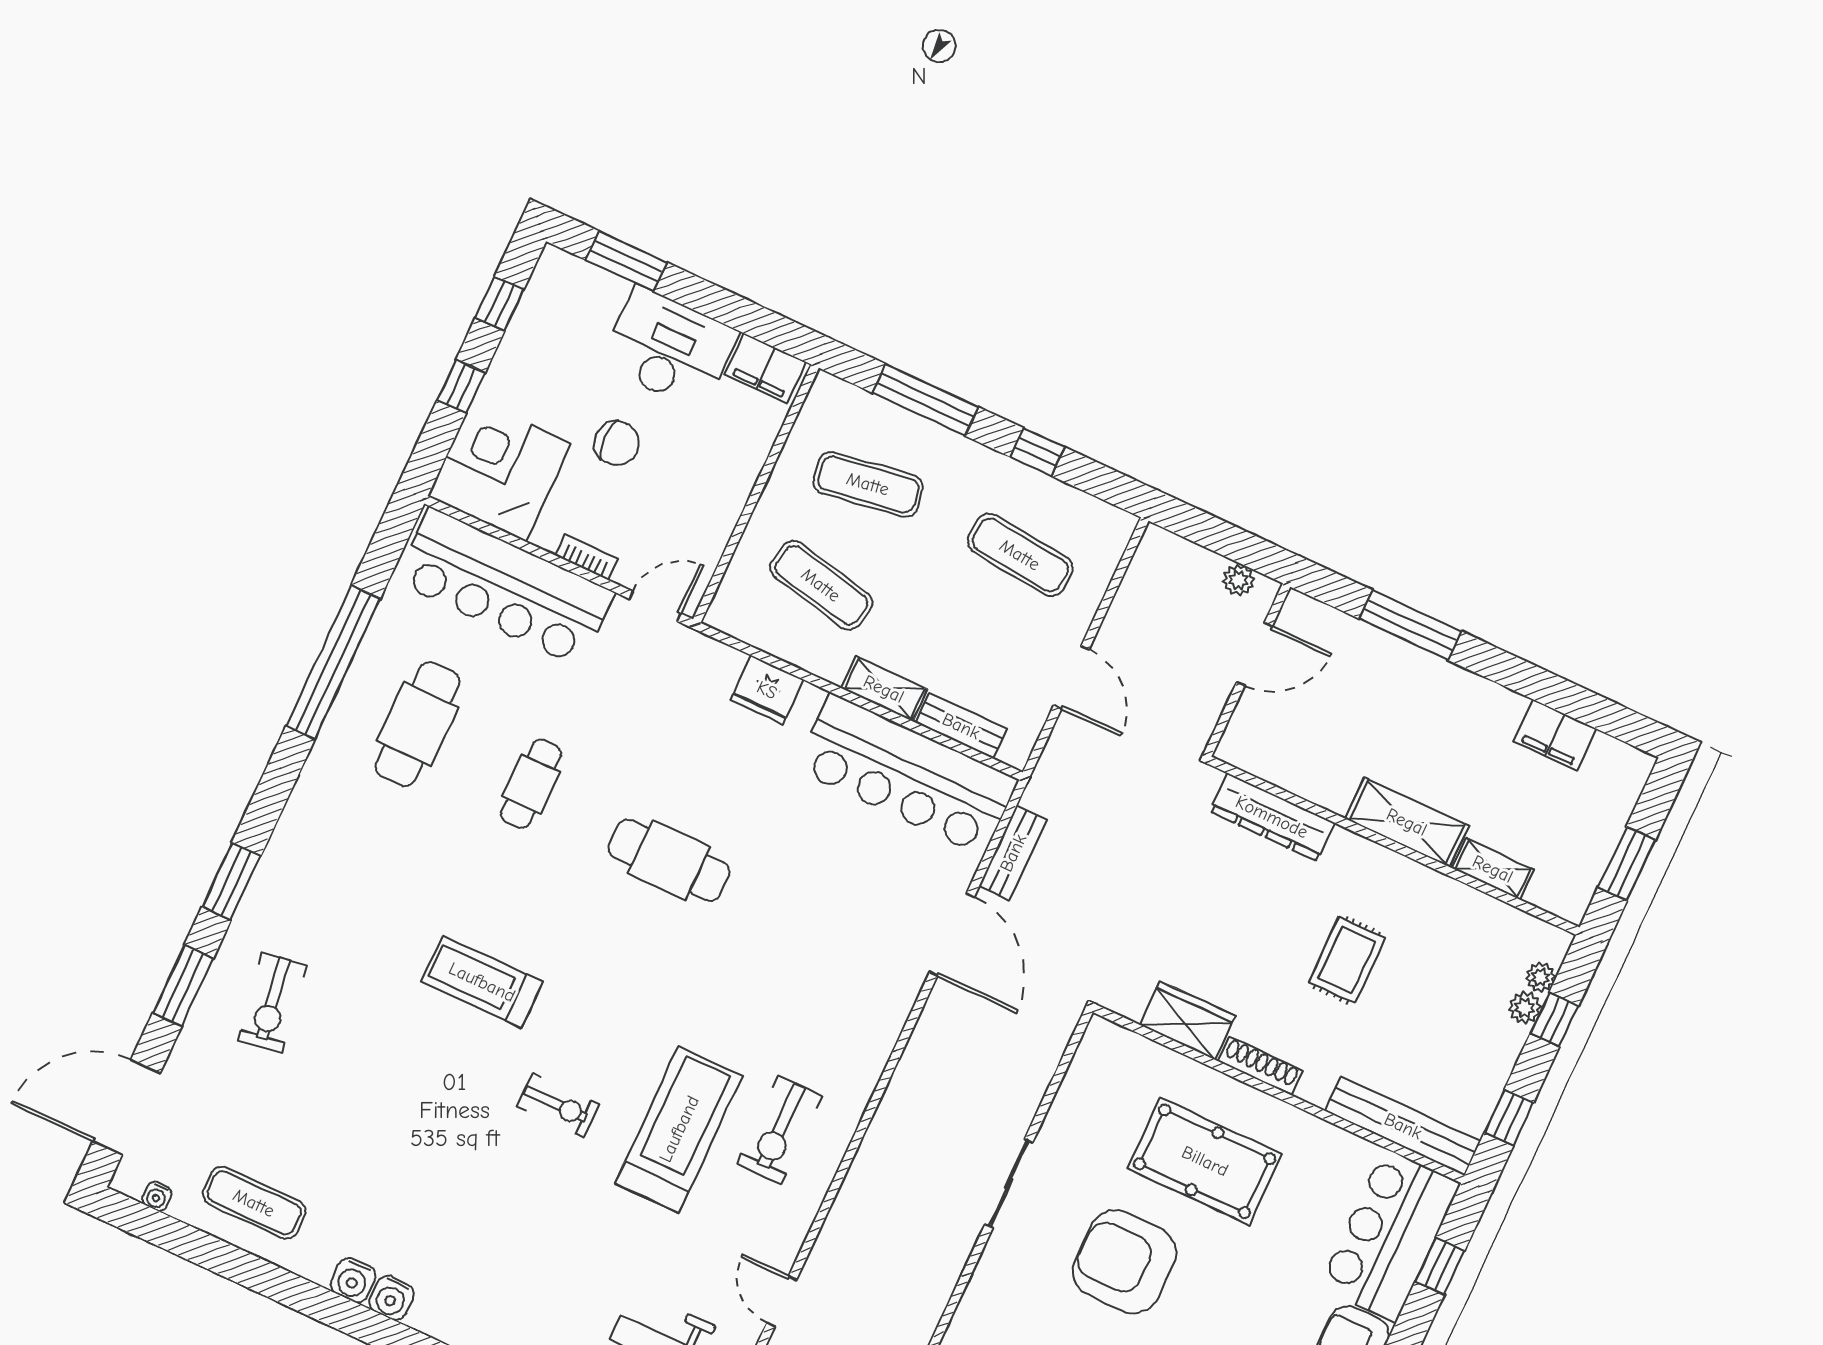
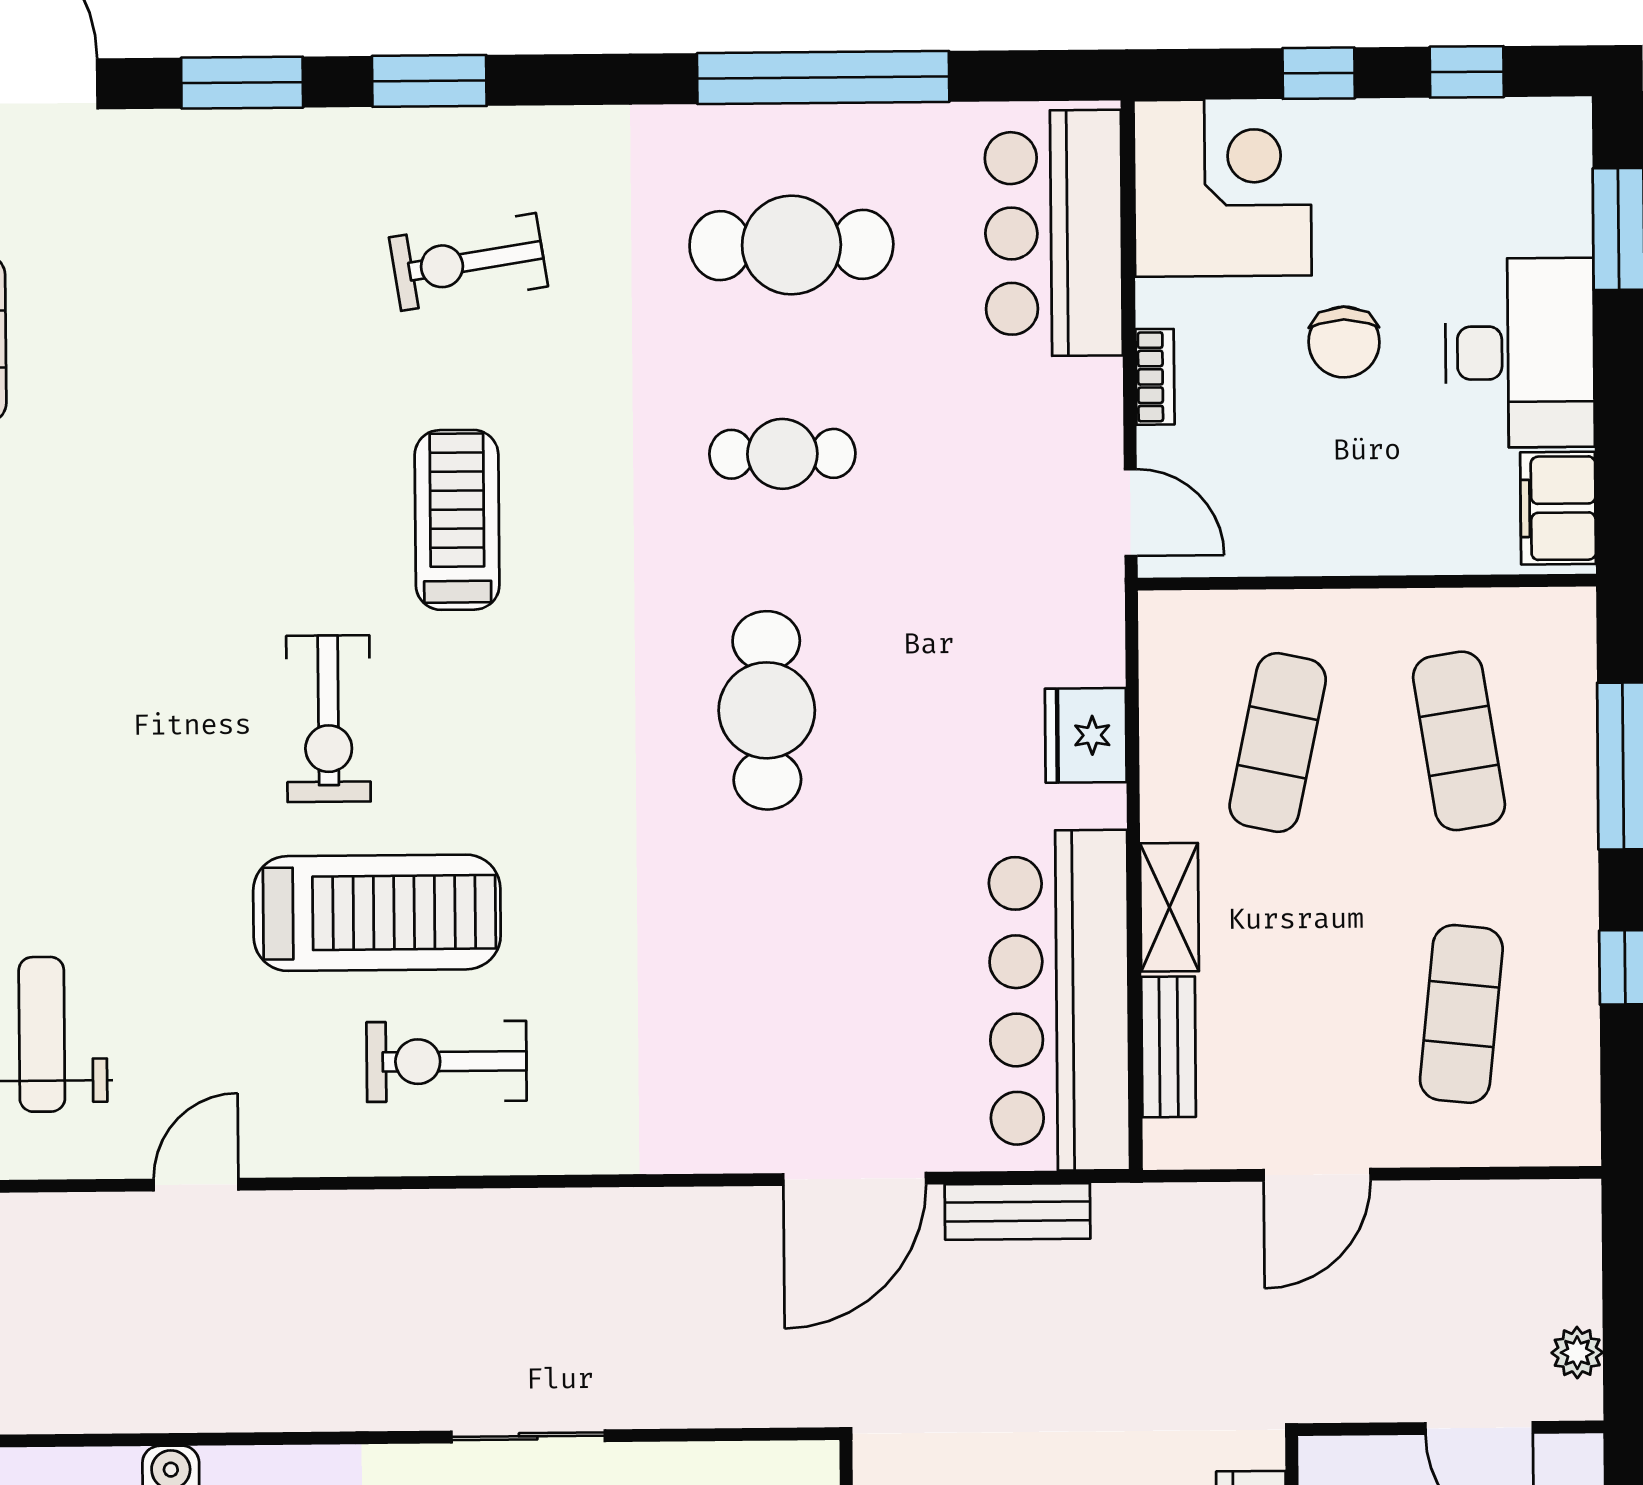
bar counter: (505, 587) -> (1054, 233), width x0.73
exercise bike: (272, 1003) -> (468, 262), moved
exercise bike: (558, 1105) -> (328, 719), width x1.38, depth x1.39

